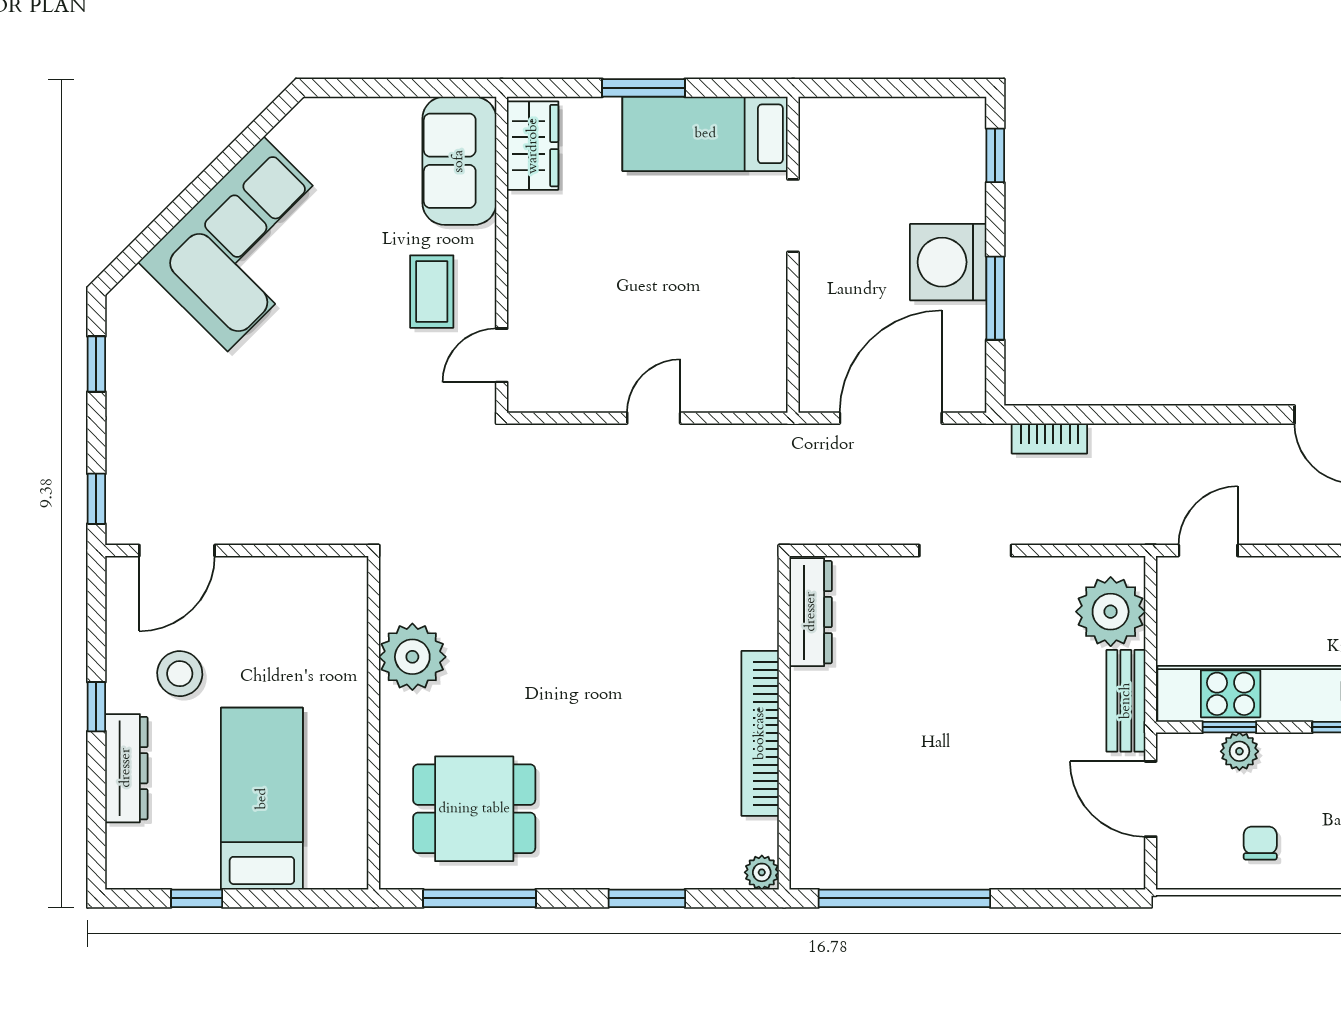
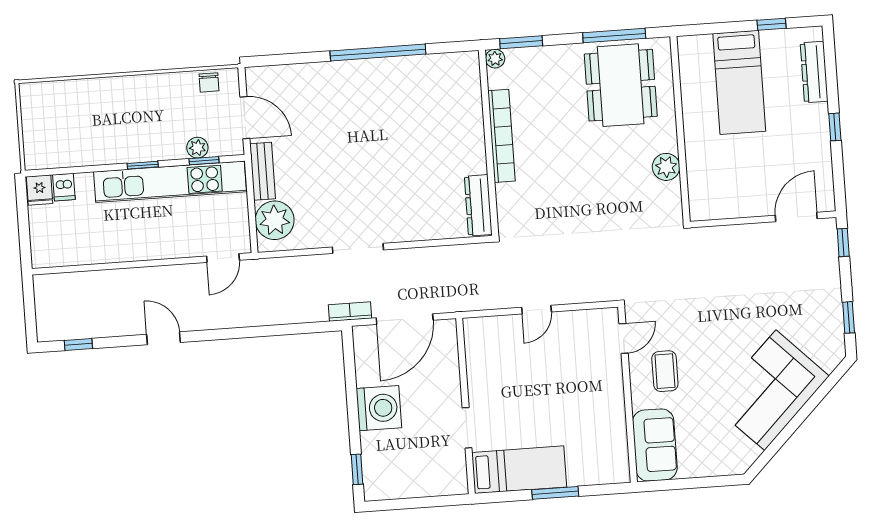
wardrobe: (533, 146) -> (615, 456), removed
window: (995, 298) -> (351, 390), removed
bookcase: (1049, 438) -> (350, 312), moved
dresser: (811, 612) -> (478, 205), moved
plant: (412, 657) -> (666, 167), width x0.73, depth x0.73
stool: (180, 674) -> (790, 149), removed
wall: (784, 723) -> (489, 143), moved
bookcase: (760, 733) -> (502, 136), moved
dresser: (126, 768) -> (814, 72), moved
dining table: (474, 809) -> (621, 85), width x1.38
chair: (1260, 843) -> (209, 82), moved
plant: (762, 872) -> (495, 59), moved

